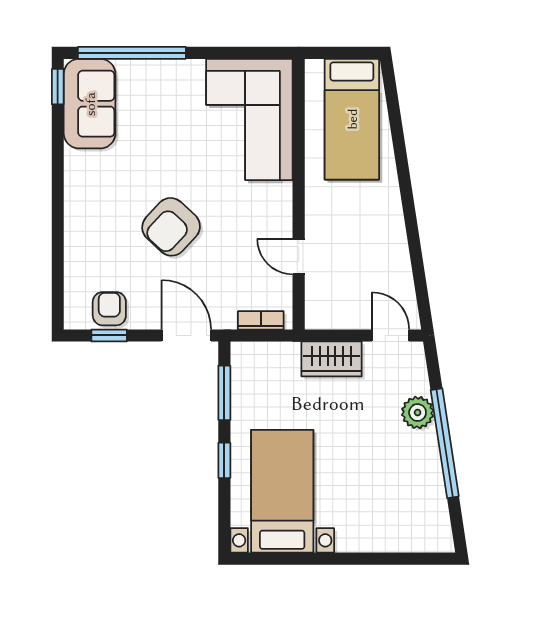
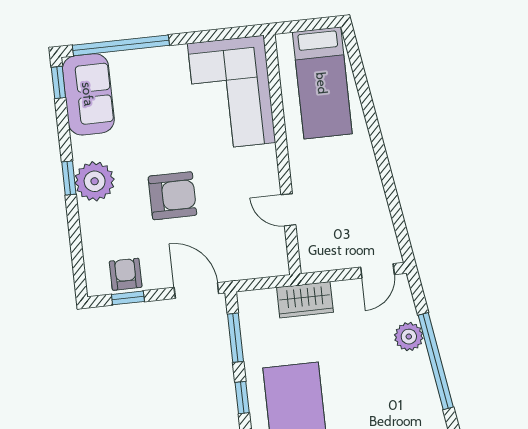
window: (58, 195) -> (69, 178), added
plant: (86, 201) -> (95, 181), added
armchair: (171, 227) -> (172, 196), turned -133
bookcase: (261, 320) -> (261, 270), removed
door: (391, 335) -> (377, 271), swing flipped
wardrobe: (332, 359) -> (305, 300), moved

